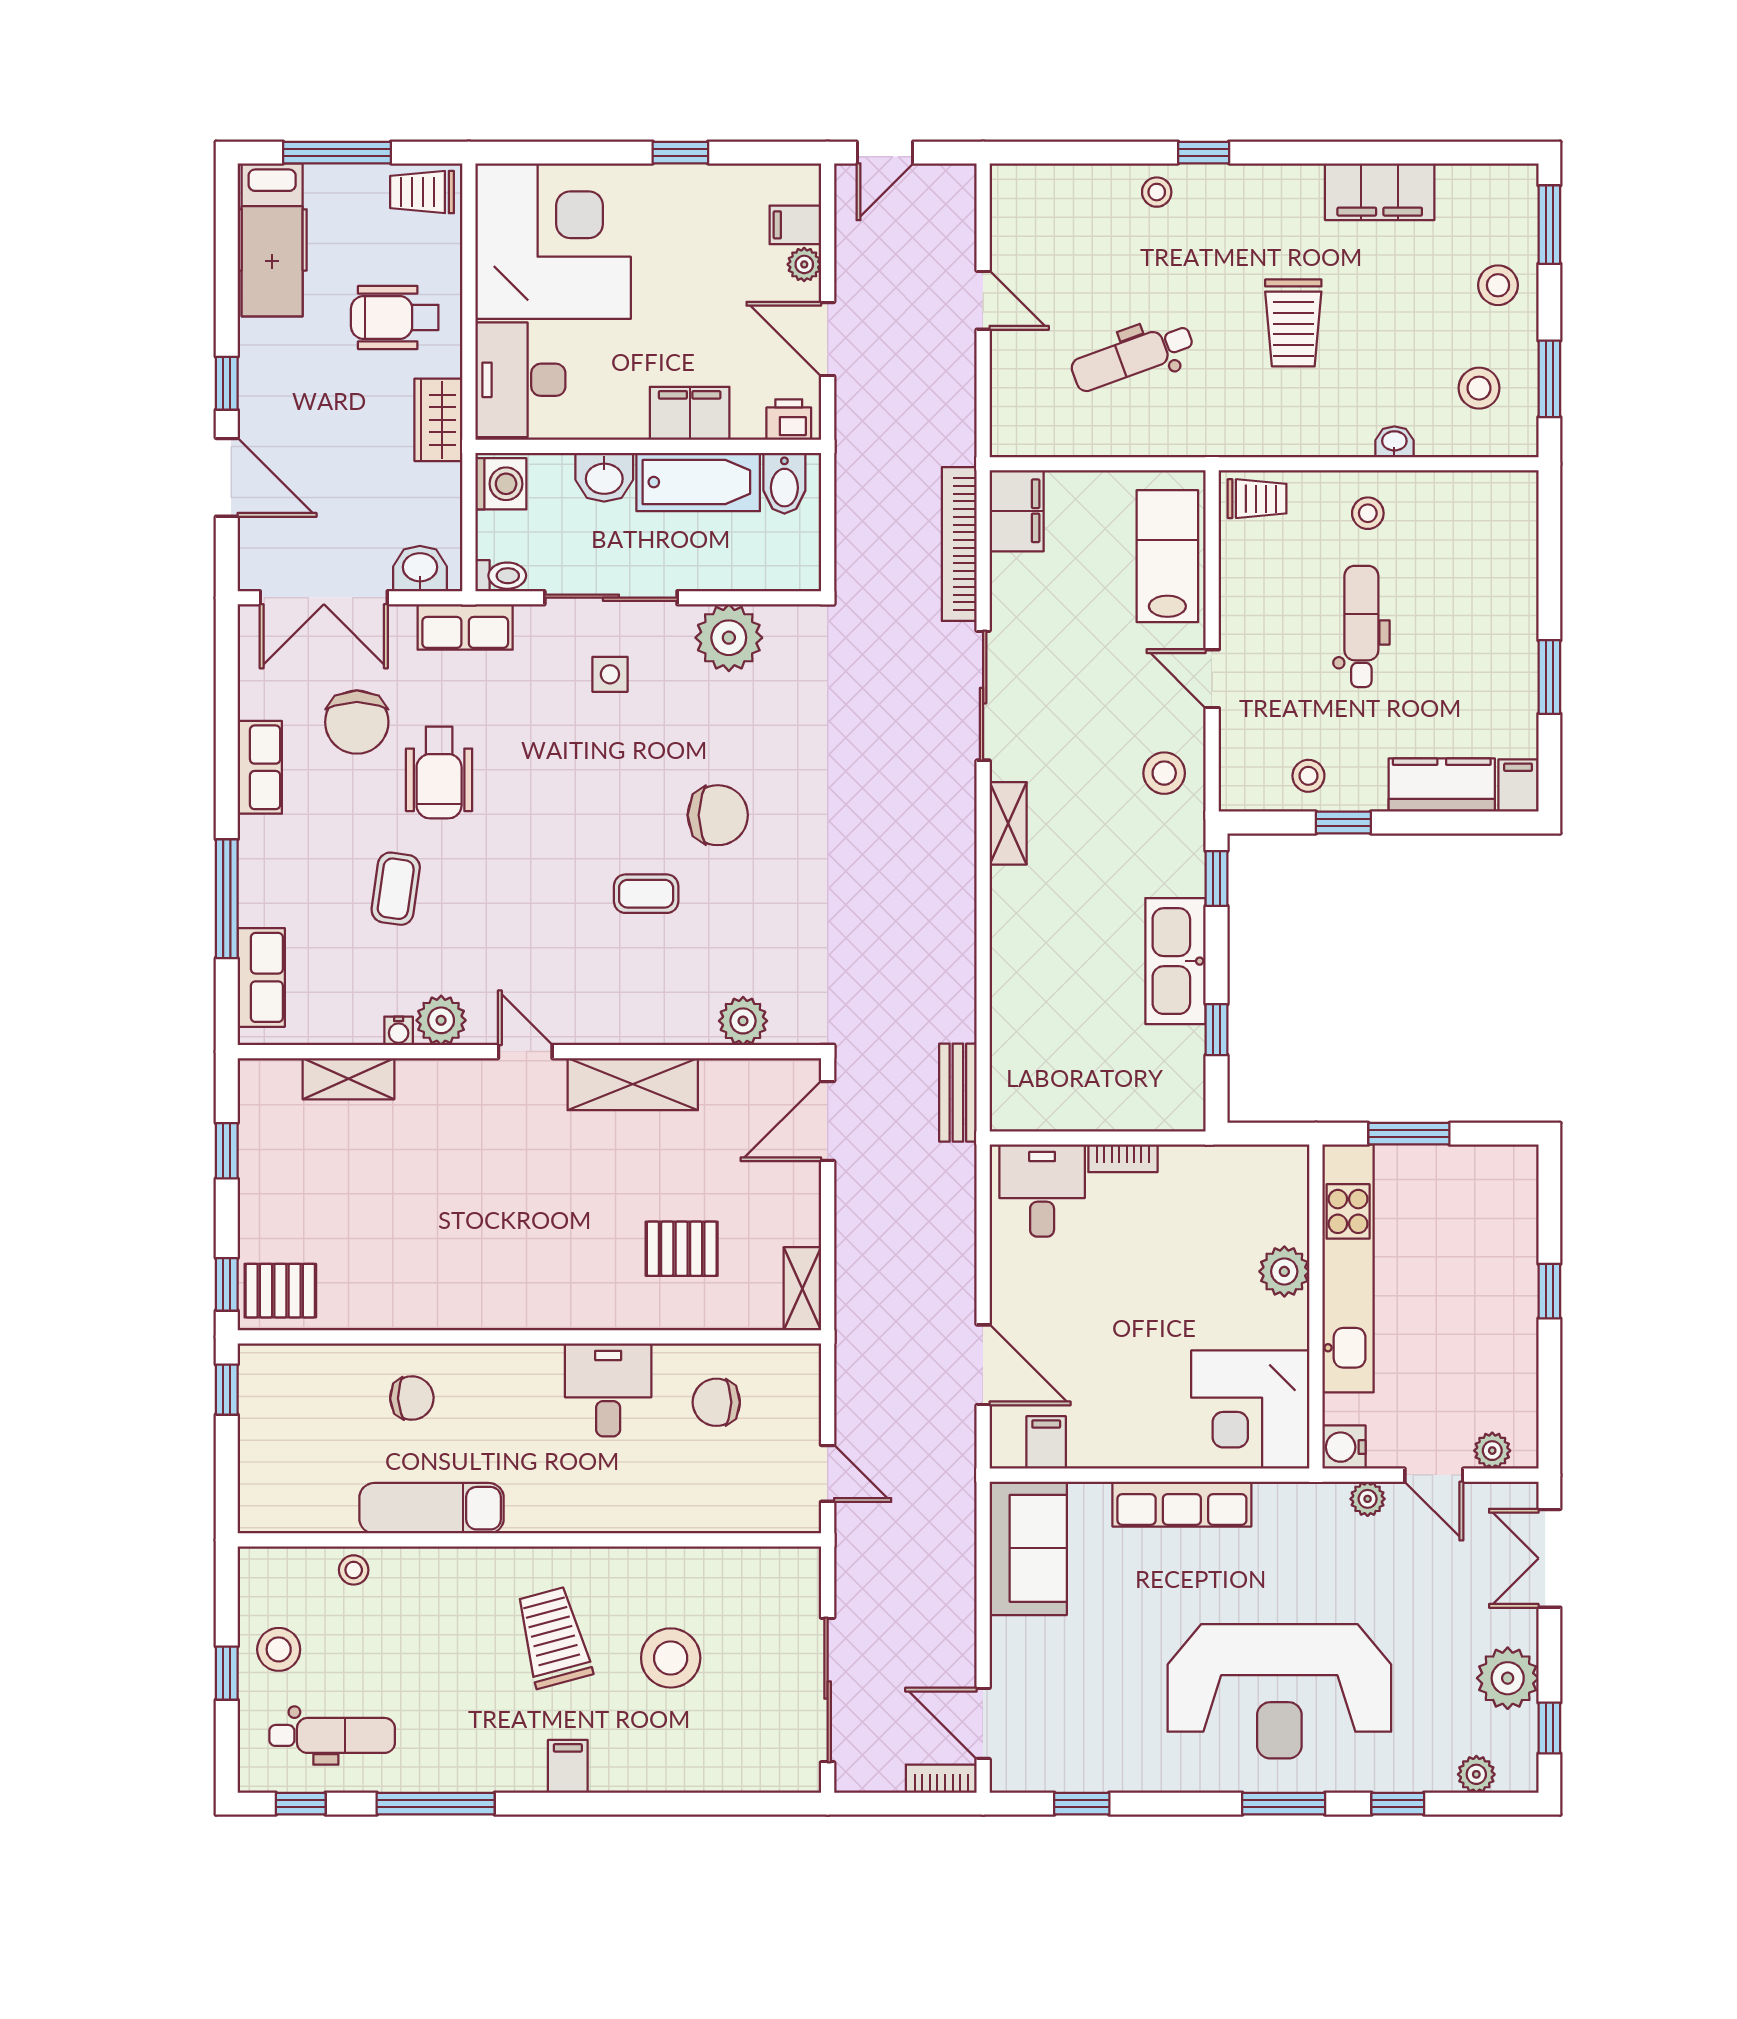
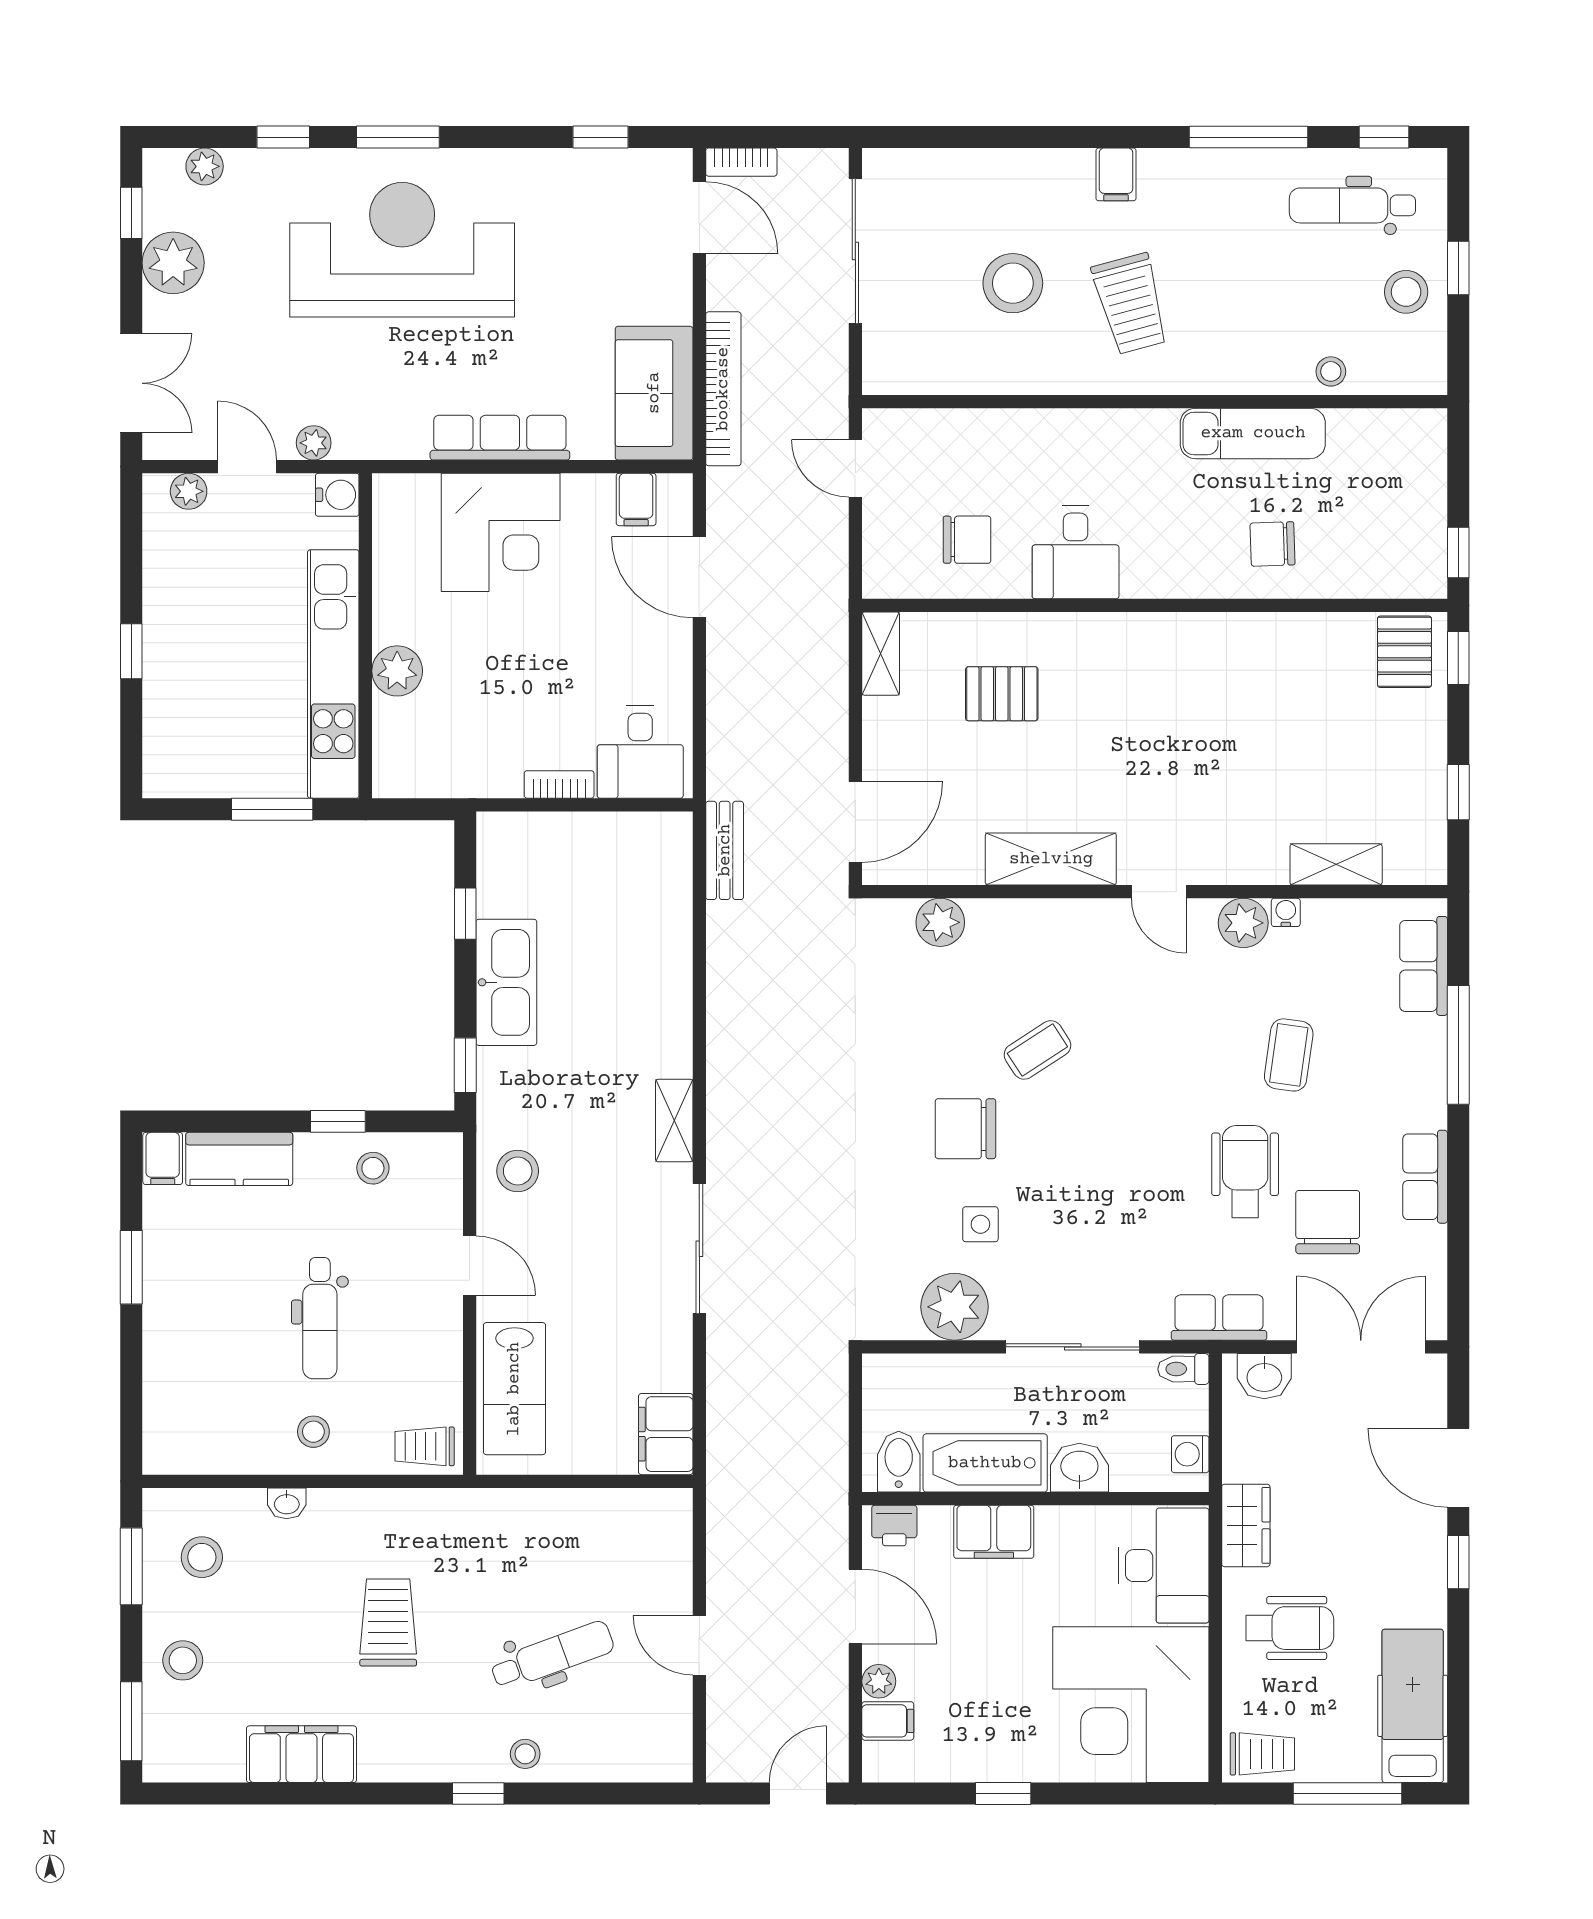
dental chair: (1132, 357) -> (552, 1656), moved
washing machine: (501, 484) -> (1190, 1454), width x0.73, depth x0.73
bookcase: (959, 544) -> (723, 389), moved
side table: (610, 674) -> (980, 1224), moved
coffee table: (646, 894) -> (1037, 1050), turned -33
pallet: (280, 1291) -> (1404, 652), turned 90
corner desk: (1250, 1410) -> (501, 532), moved, turned 90

